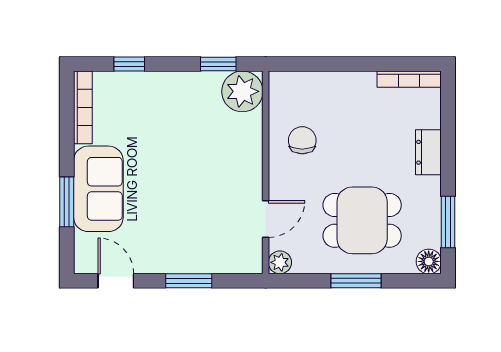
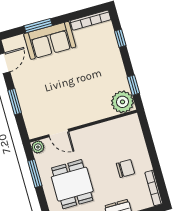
chair: (302, 140) -> (125, 168), moved
window: (356, 281) -> (35, 173), moved

